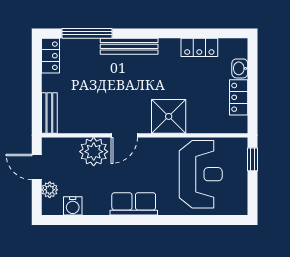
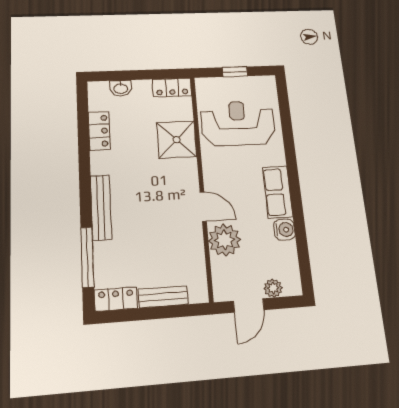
locker: (239, 97) -> (172, 88), moved
bench: (49, 113) -> (163, 297), moved
shower: (169, 116) -> (177, 140), moved
window: (252, 159) -> (235, 72), moved
water cooler: (73, 206) -> (284, 230), moved

